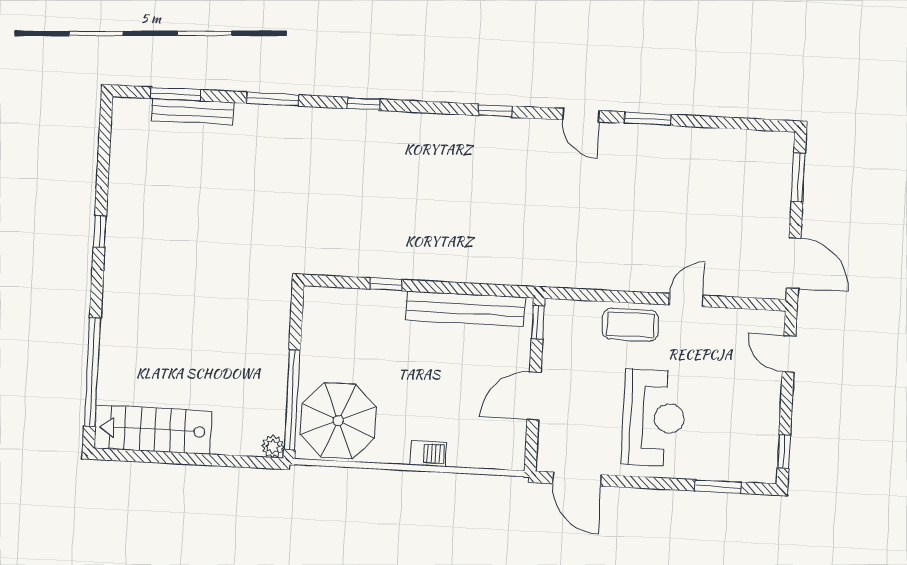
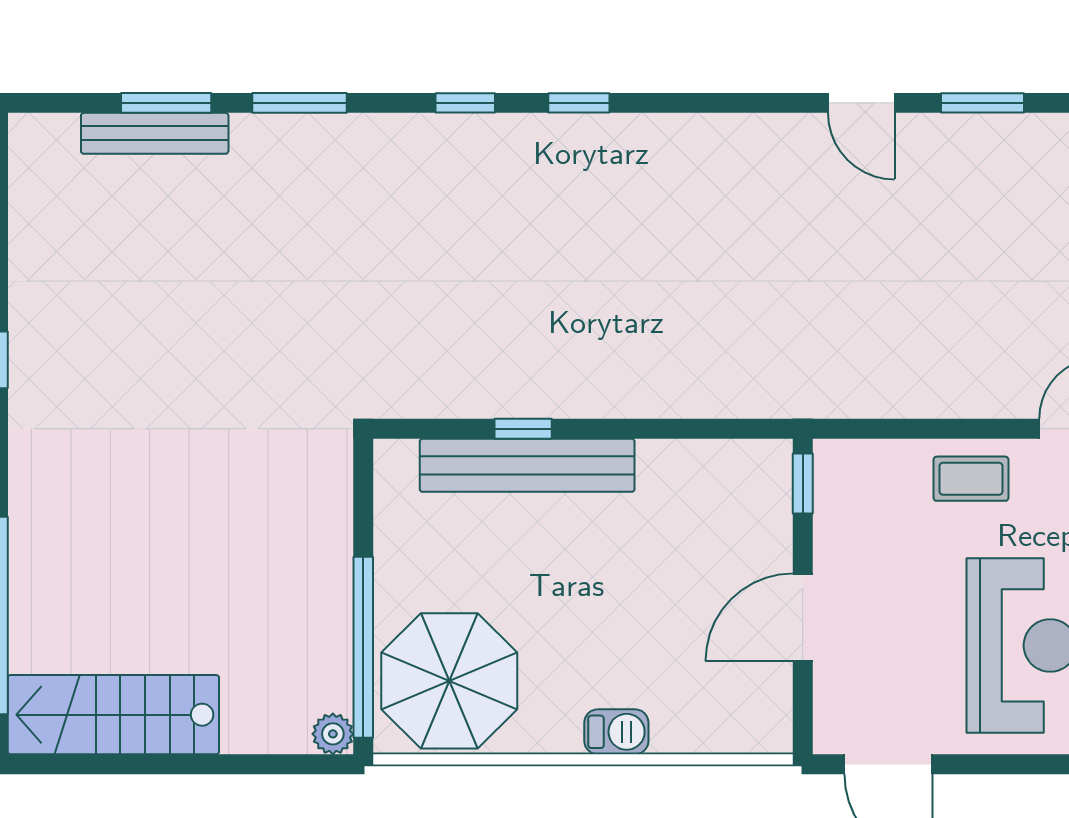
window: (176, 94) -> (166, 103), moved
window: (495, 111) -> (579, 103), moved
bench: (465, 309) -> (527, 465), moved
coffee table: (630, 325) -> (971, 479), width x0.73, depth x0.77

